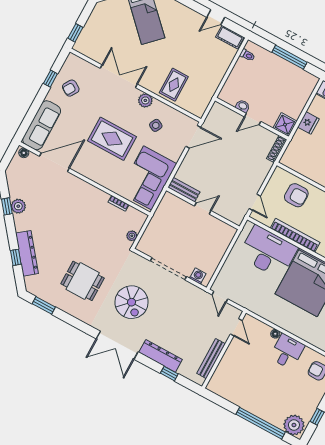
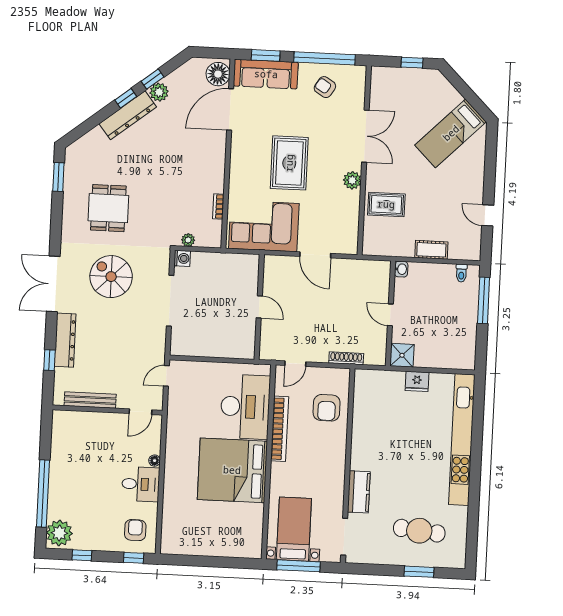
window: (75, 33) -> (412, 63), moved
cot: (230, 37) -> (431, 250), moved, turned 90
window: (289, 57) -> (484, 300), moved
window: (50, 79) -> (324, 58), width x3.17
washbasin: (243, 106) -> (401, 269), moved
window: (29, 119) -> (266, 55), added
side table: (156, 125) -> (329, 206), removed
door: (193, 137) -> (315, 255), moved
shoe rack: (277, 149) -> (346, 358), moved
floor lamp: (24, 153) -> (218, 74), width x1.89, depth x1.89
door: (54, 162) -> (230, 109), swing flipped
bench: (184, 190) -> (270, 274), removed
dresser: (27, 253) -> (128, 115), moved
window: (16, 257) -> (126, 98), moved
washing machine: (198, 276) -> (182, 258), moved
spiral stairs: (131, 302) -> (111, 277), turned 90

